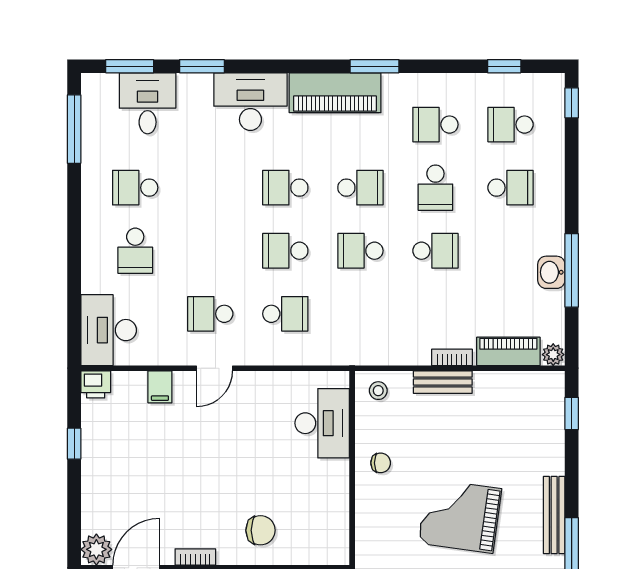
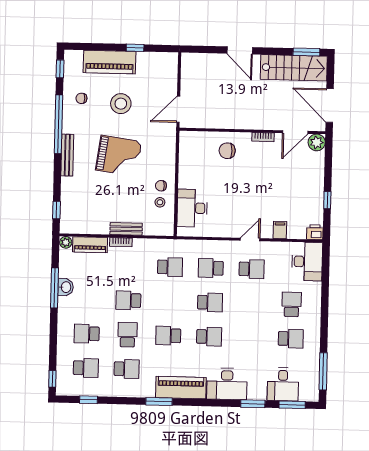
school desk: (360, 251) -> (170, 267), moved
stool: (378, 391) -> (160, 202), moved

